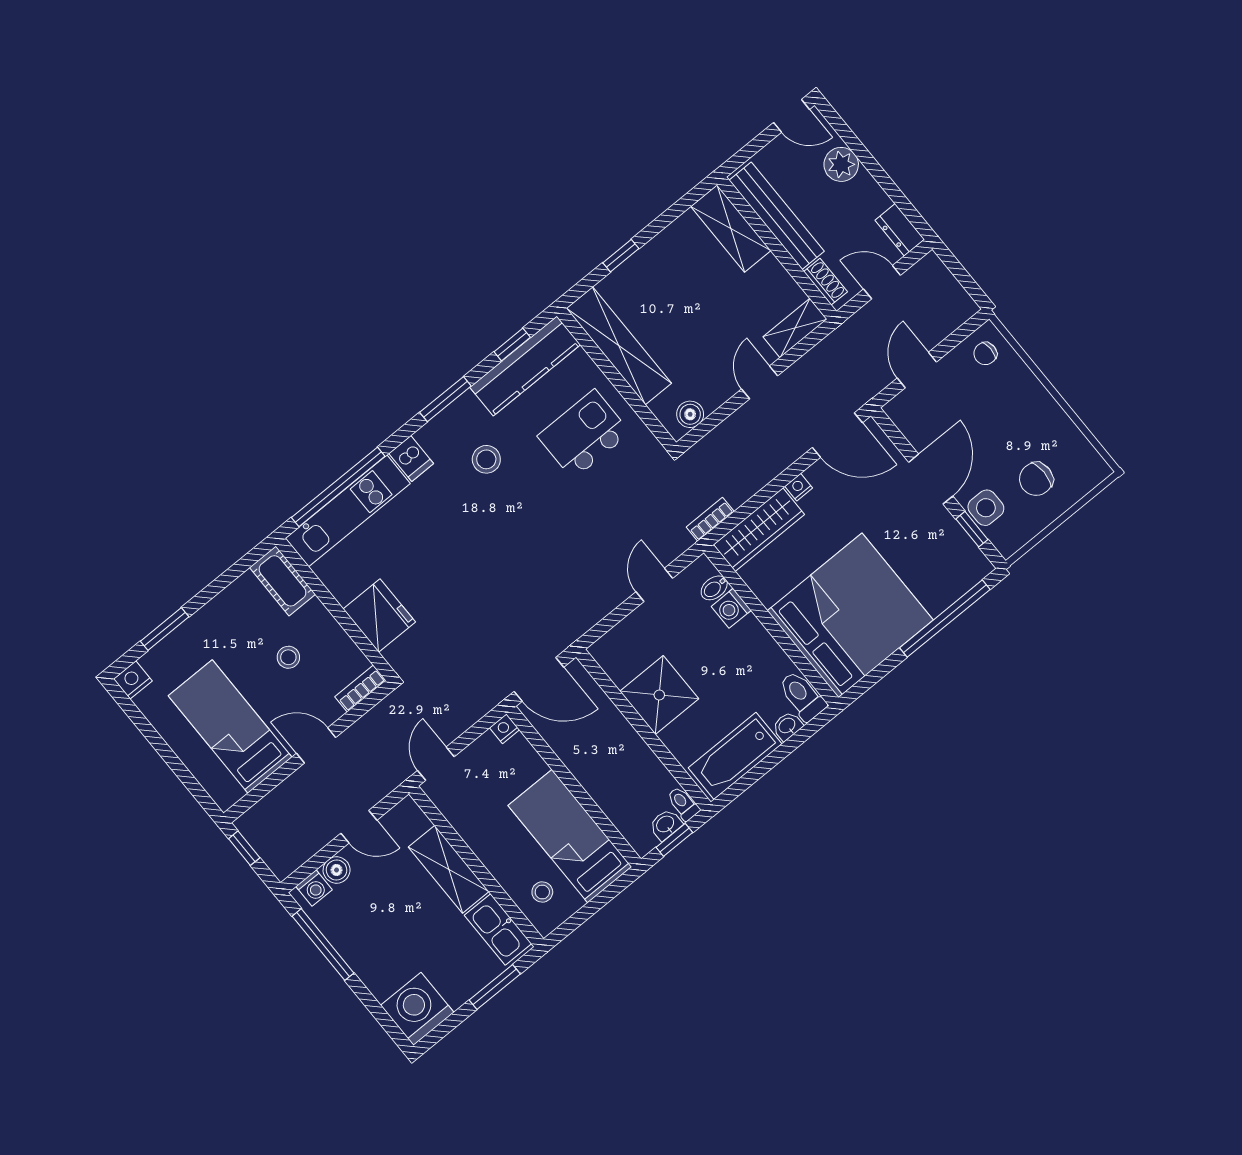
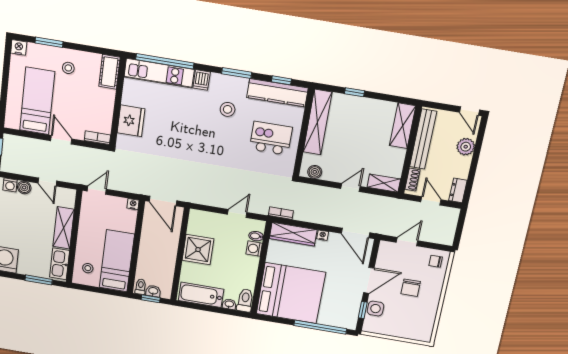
chair: (1036, 479) -> (411, 288), moved, turned -90
stool: (288, 657) -> (68, 68), moved
toilet: (683, 804) -> (141, 287), moved

